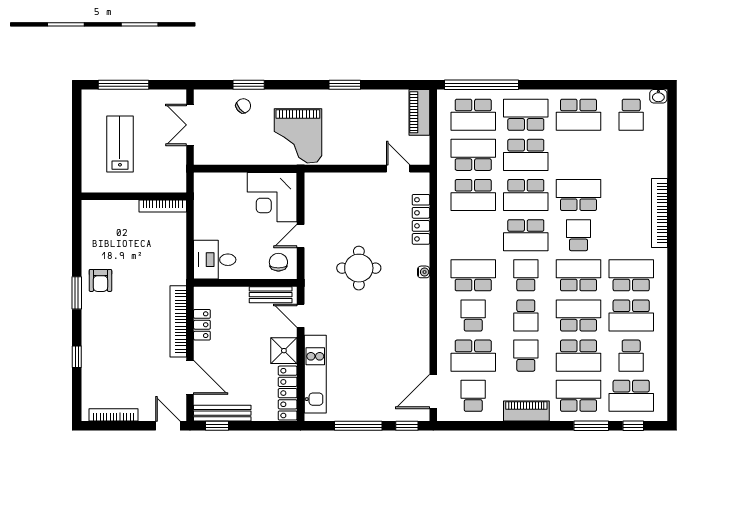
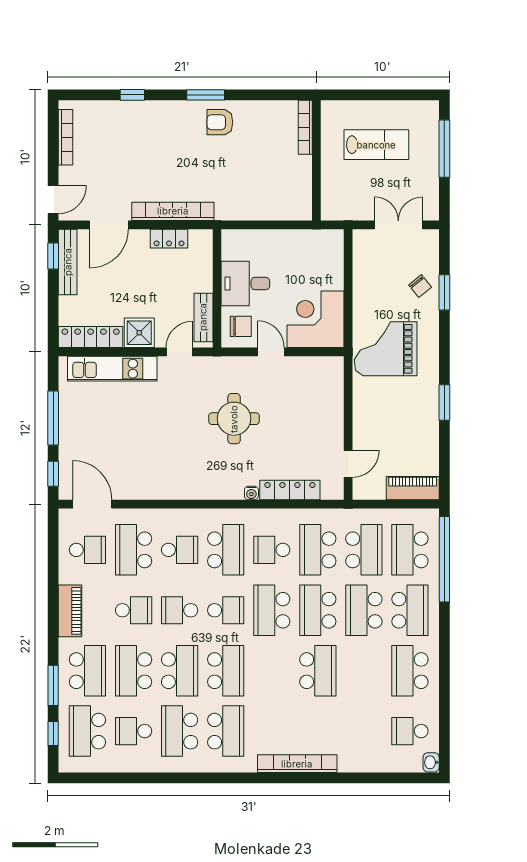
bookcase: (163, 206) -> (305, 127), moved
school desk: (578, 235) -> (272, 550), moved, turned 180
desk: (215, 260) -> (245, 283), moved, turned -90
water cooler: (424, 272) -> (251, 493), moved

